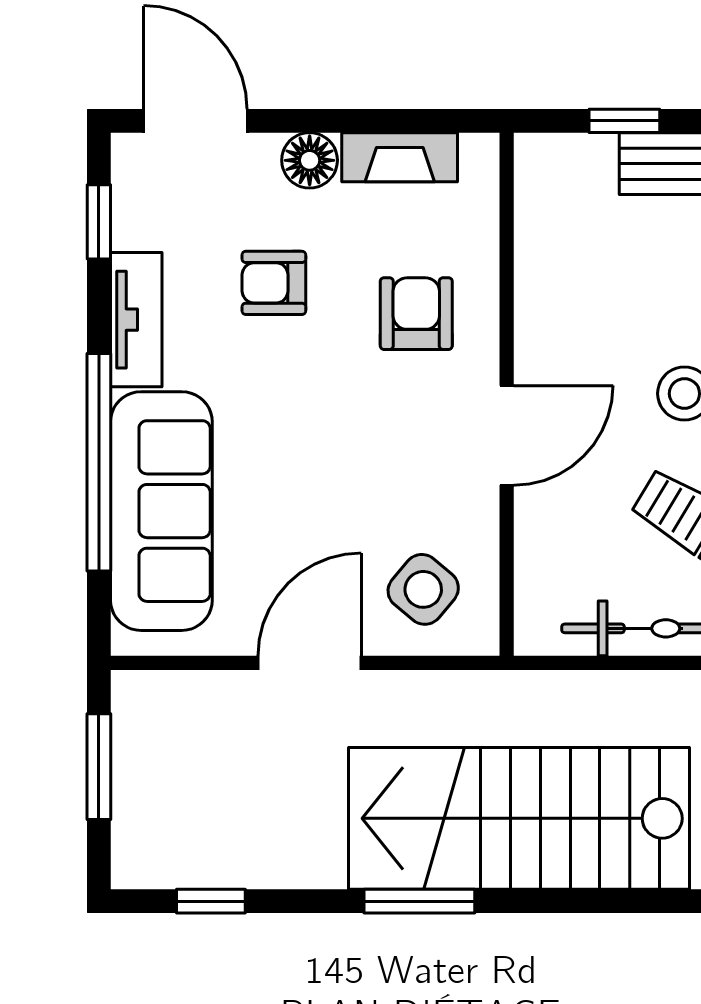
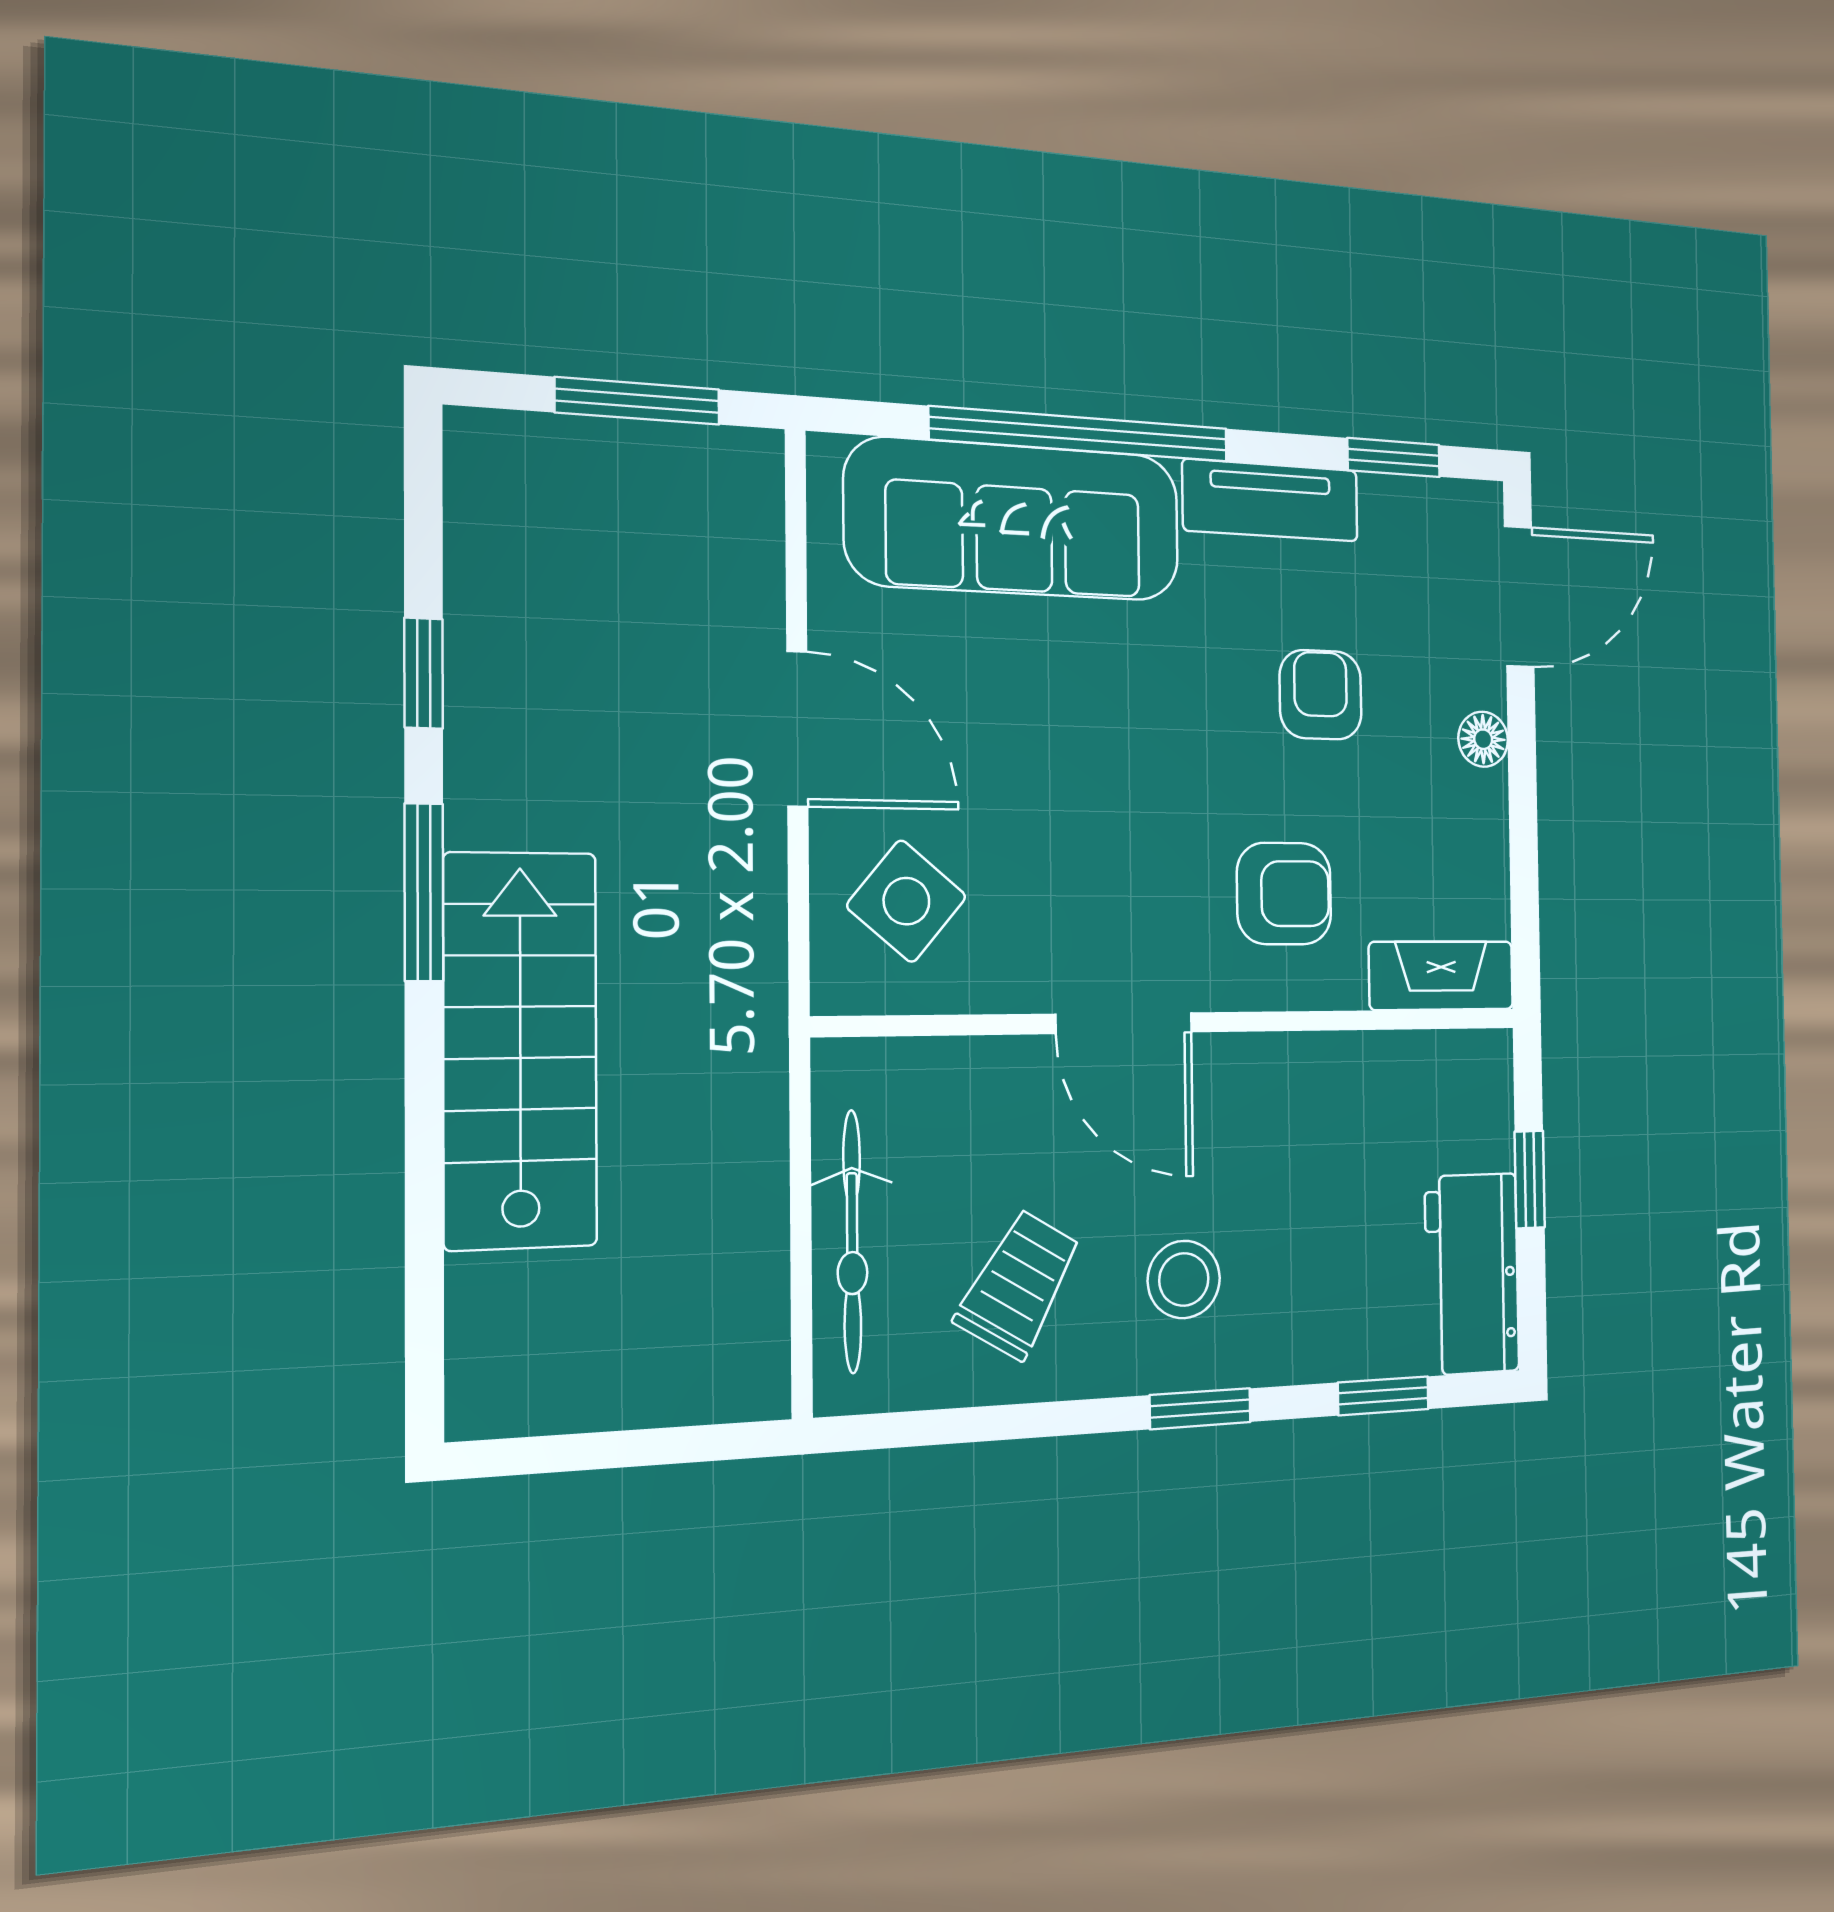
fireplace: (400, 157) -> (1441, 976), moved, turned 90
floor lamp: (310, 160) -> (1483, 739), width x0.73, depth x0.73
stairs: (519, 818) -> (520, 1050), width x0.73, depth x0.66
window: (211, 901) -> (424, 673), moved

